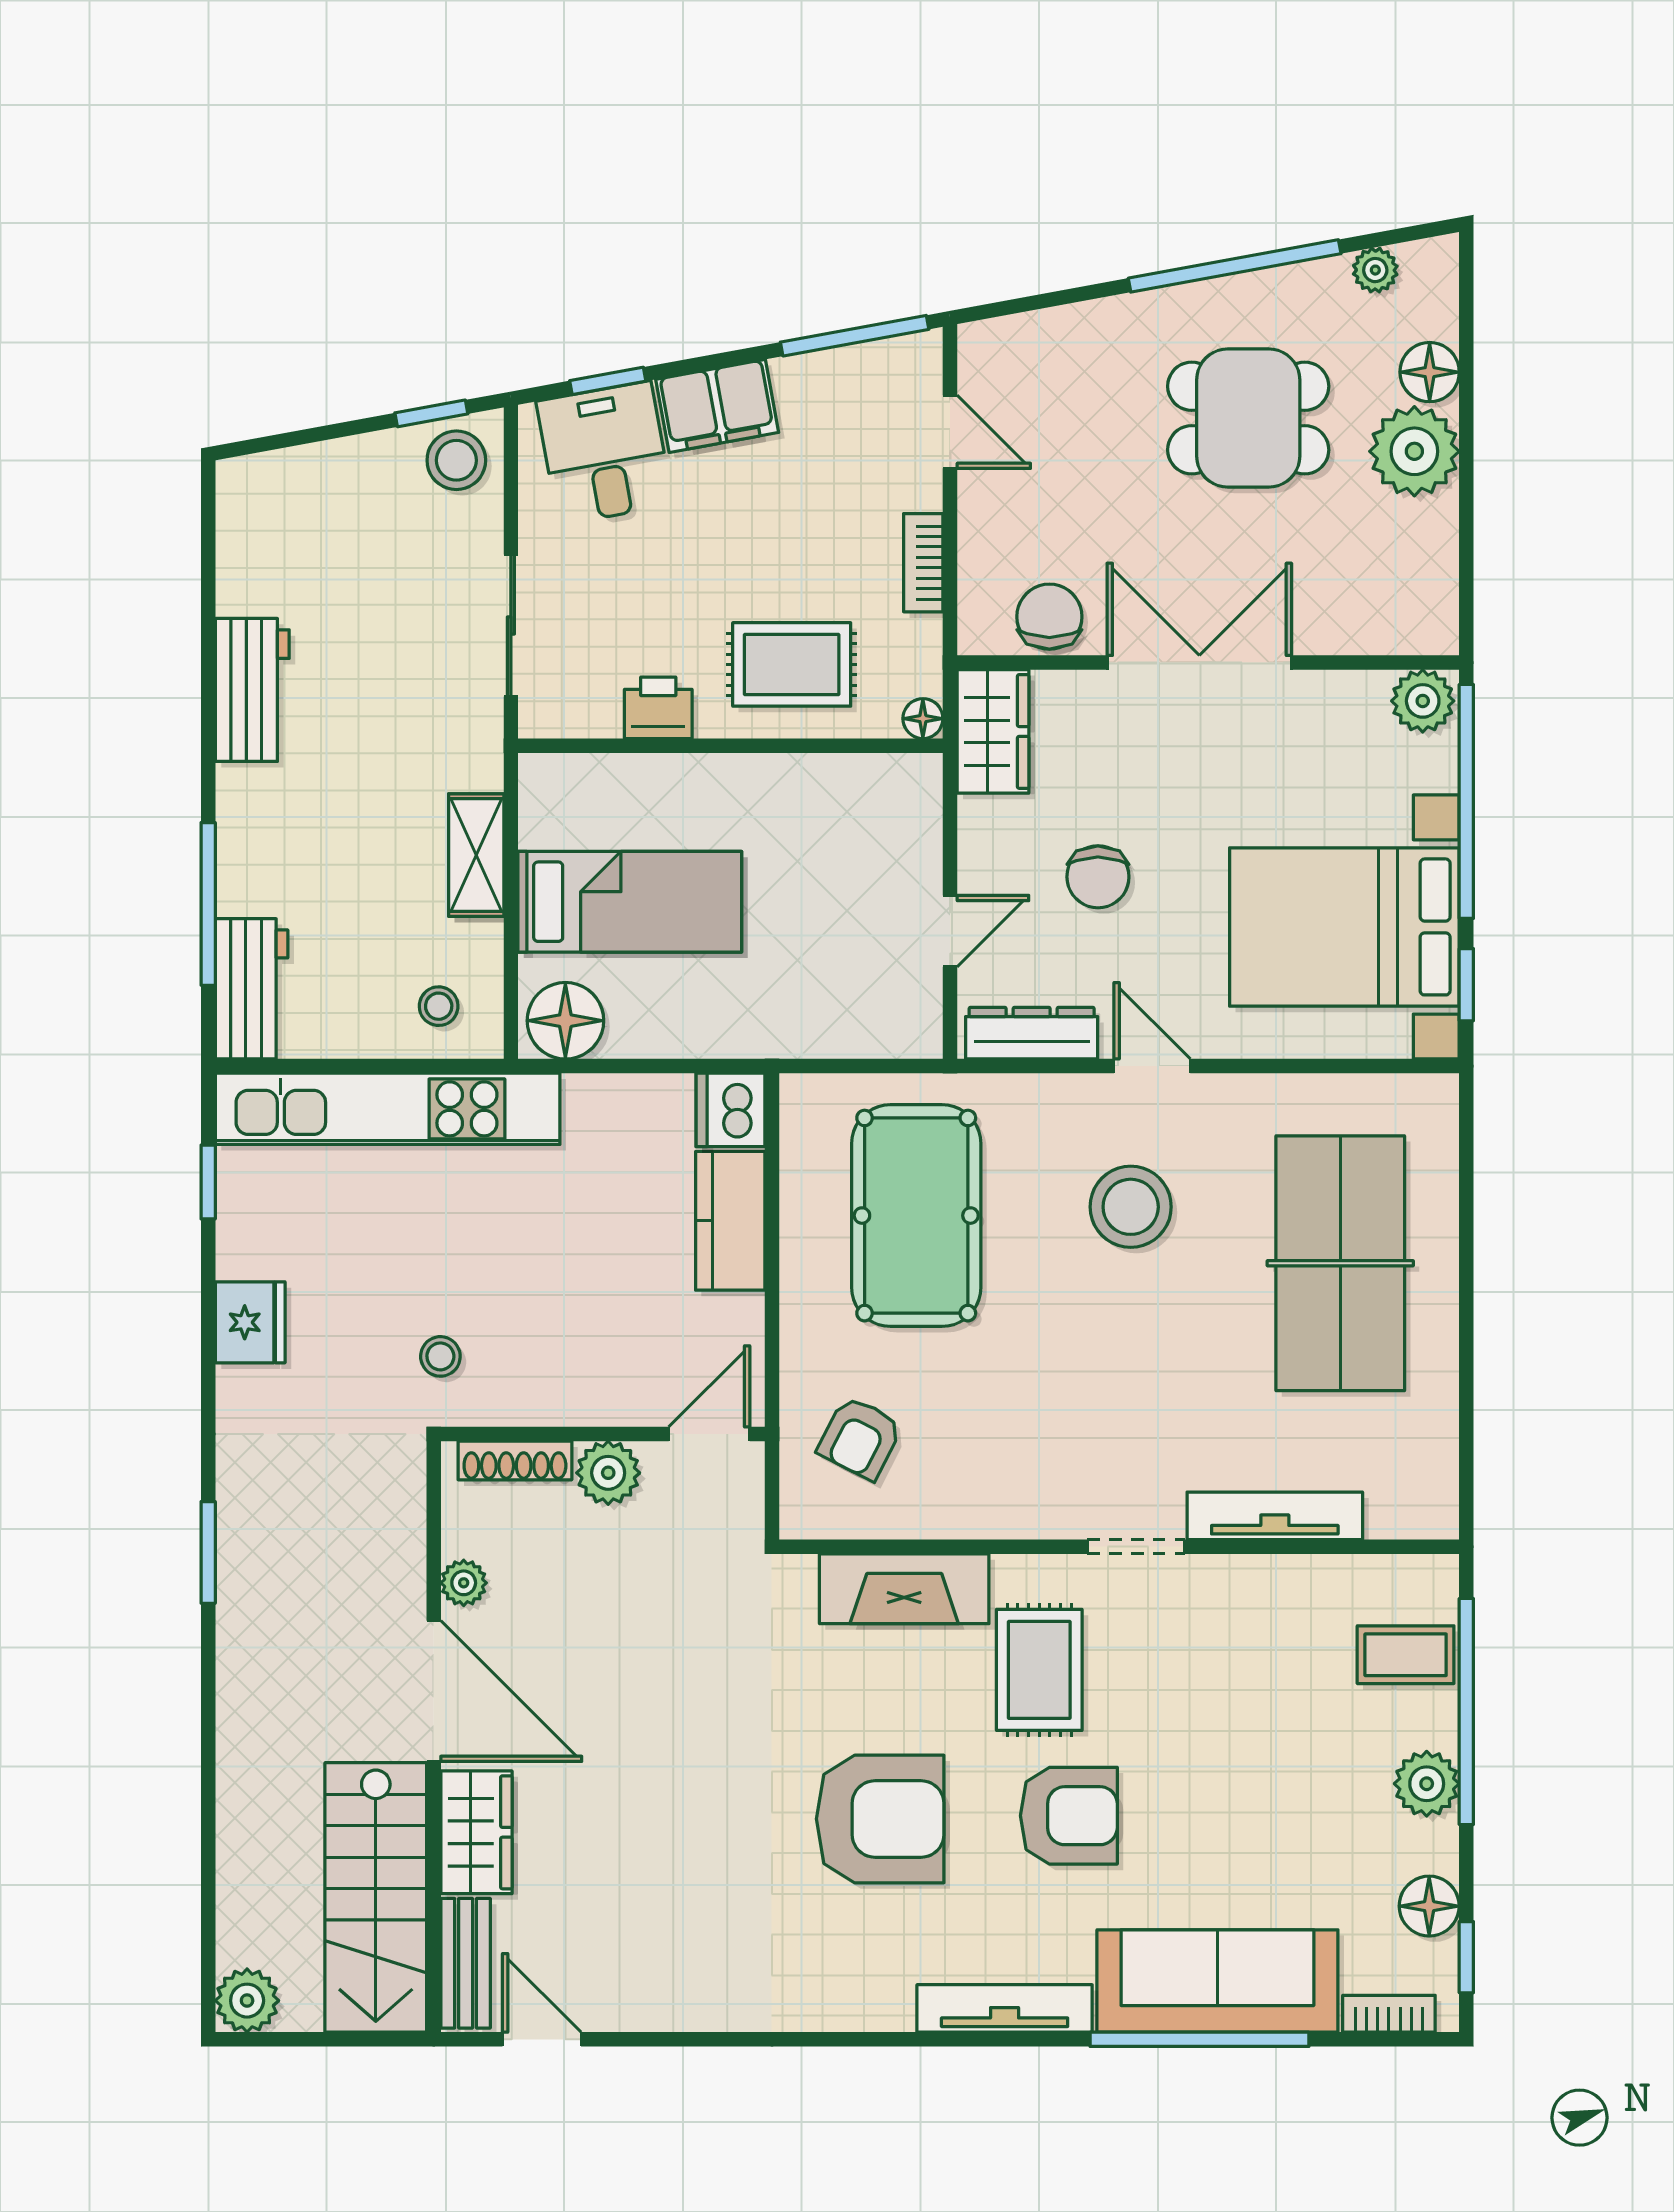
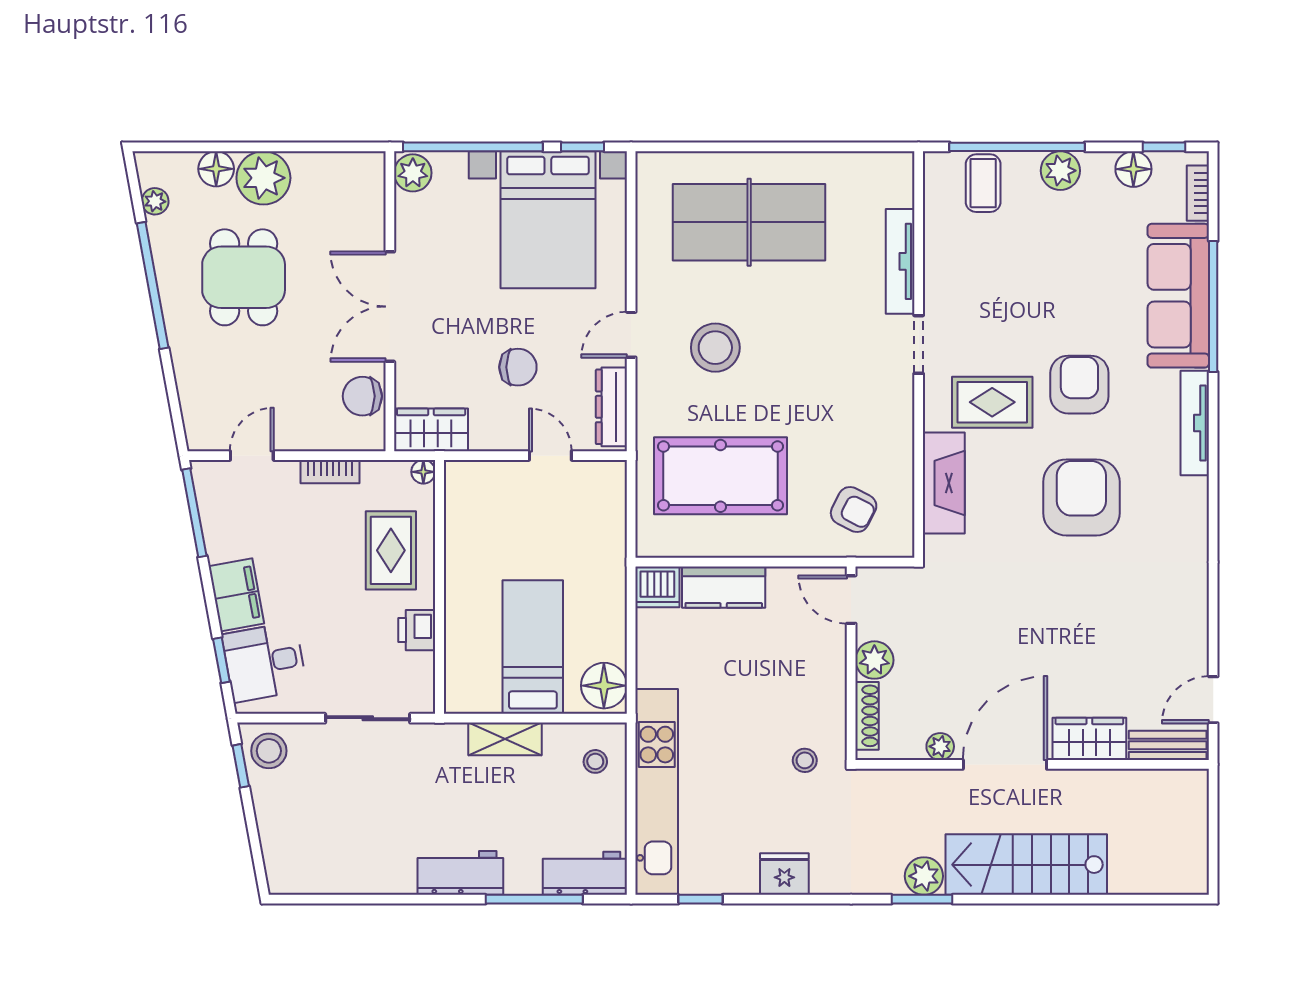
workbench: (252, 690) -> (460, 873), moved
stairs: (376, 1897) -> (1026, 865), moved, turned 180
plant: (247, 2001) -> (924, 876), moved

